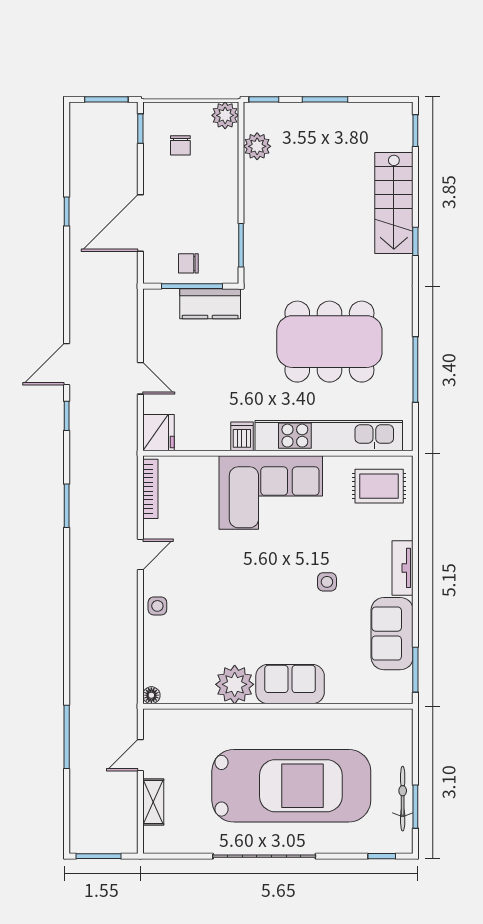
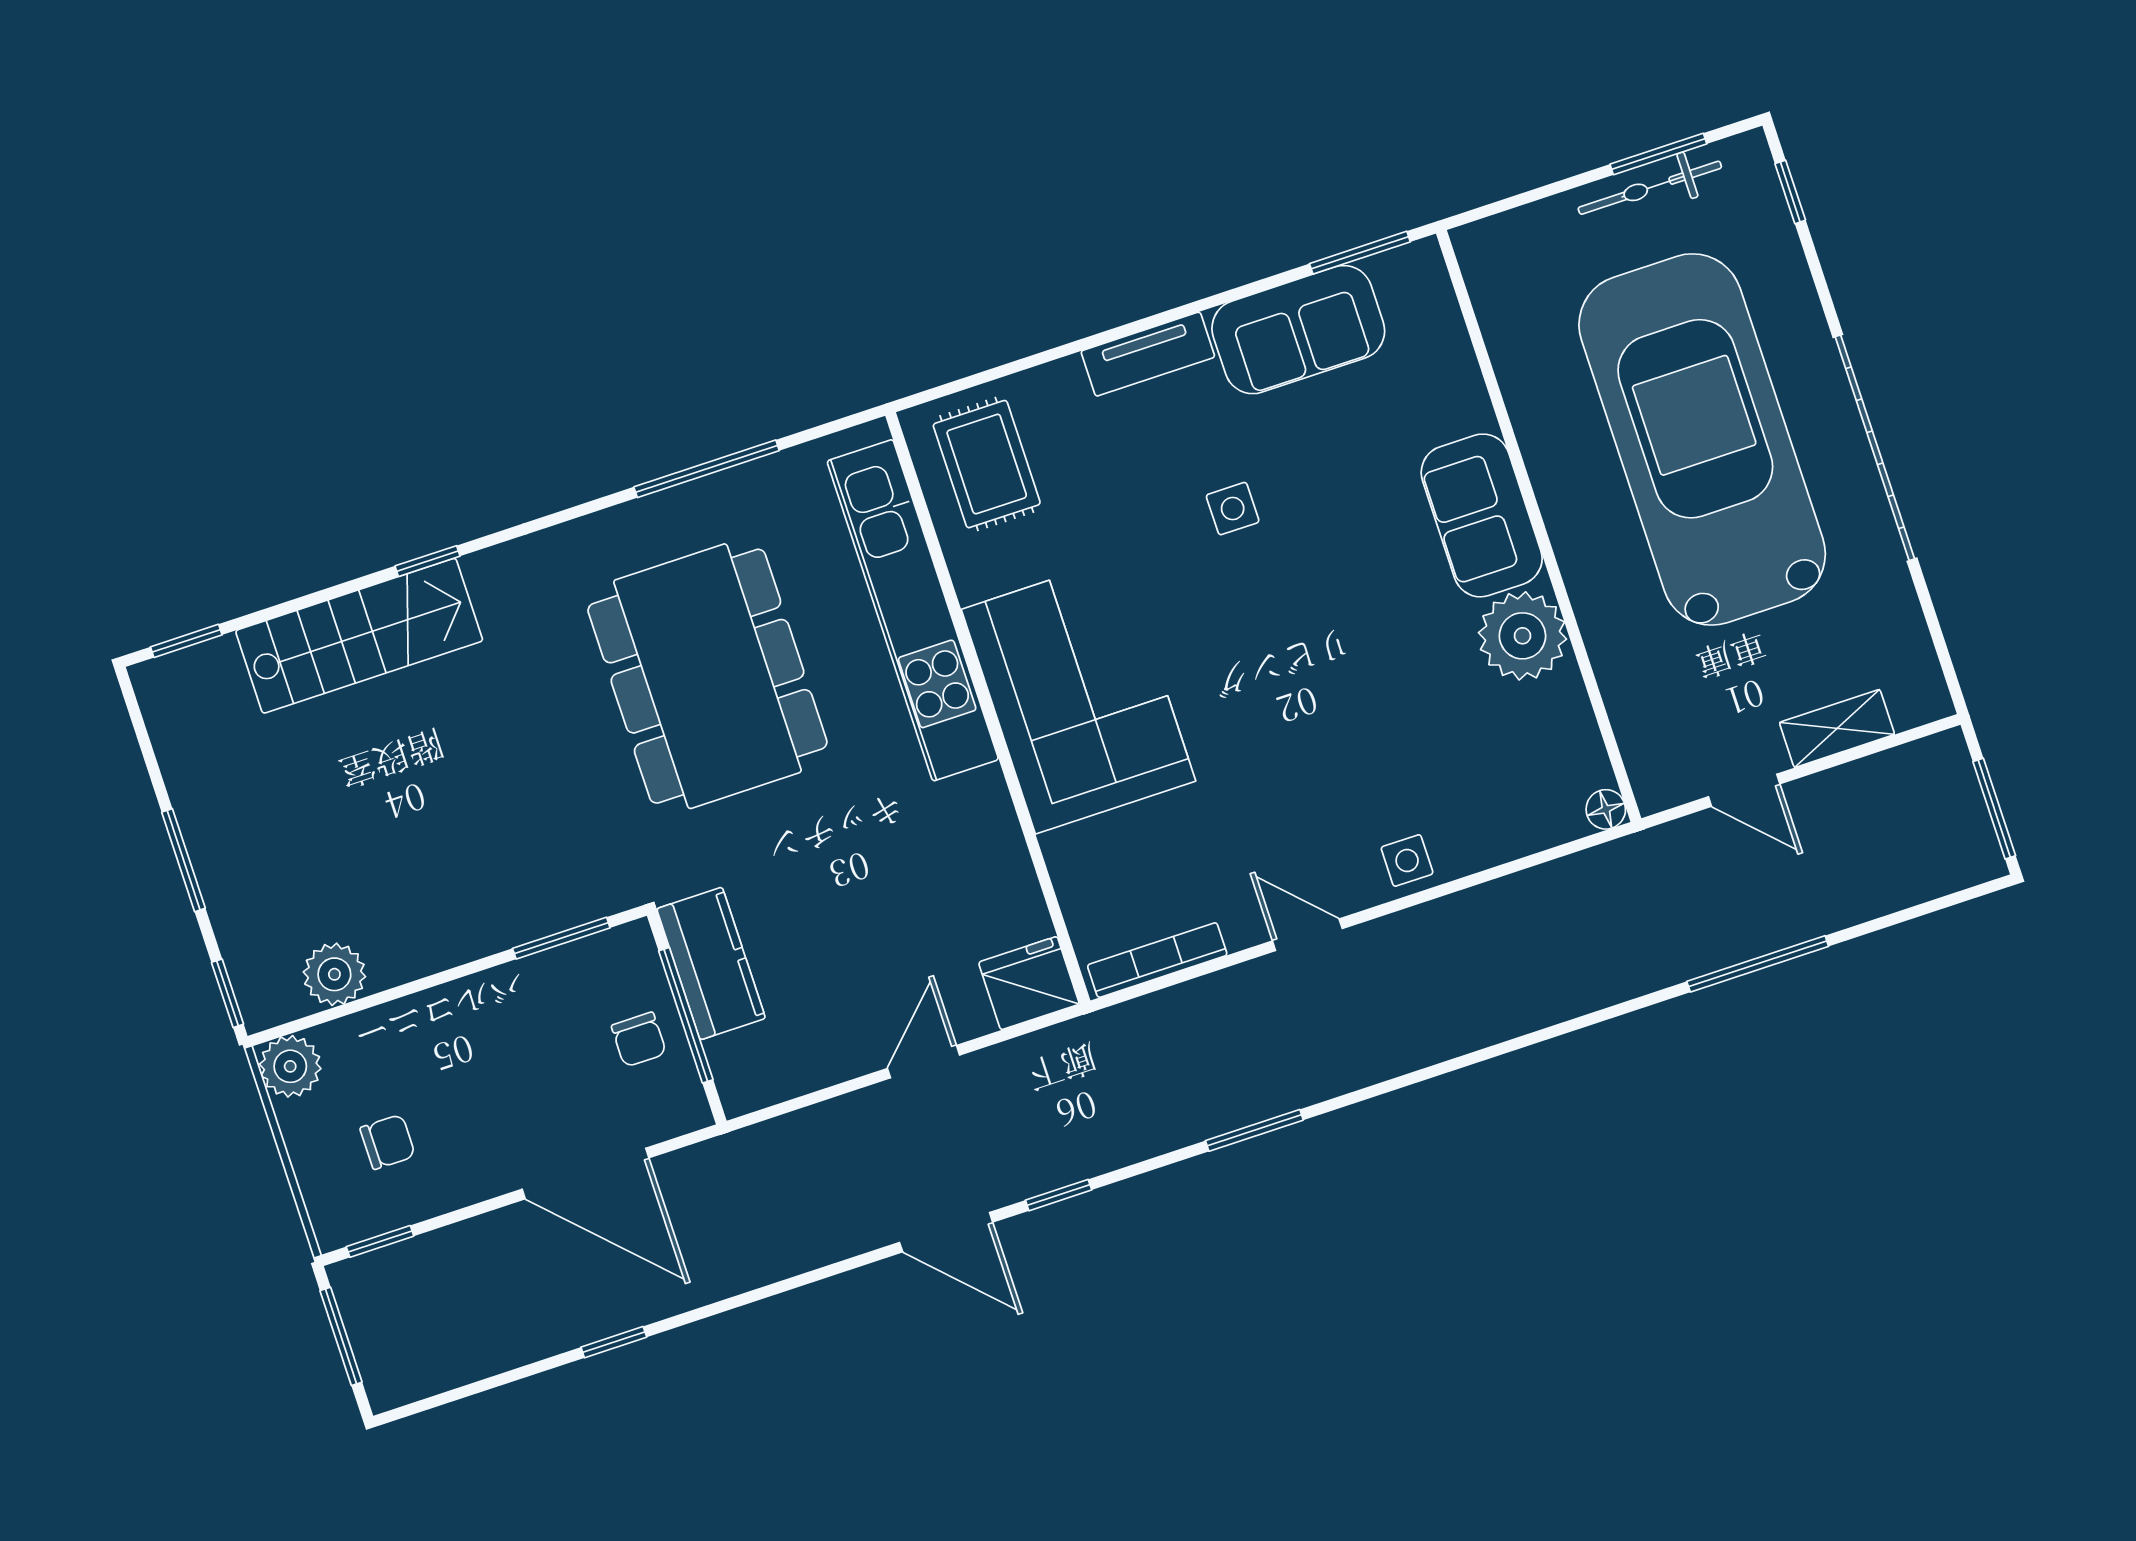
dishwasher: (242, 436) -> (977, 798), removed

